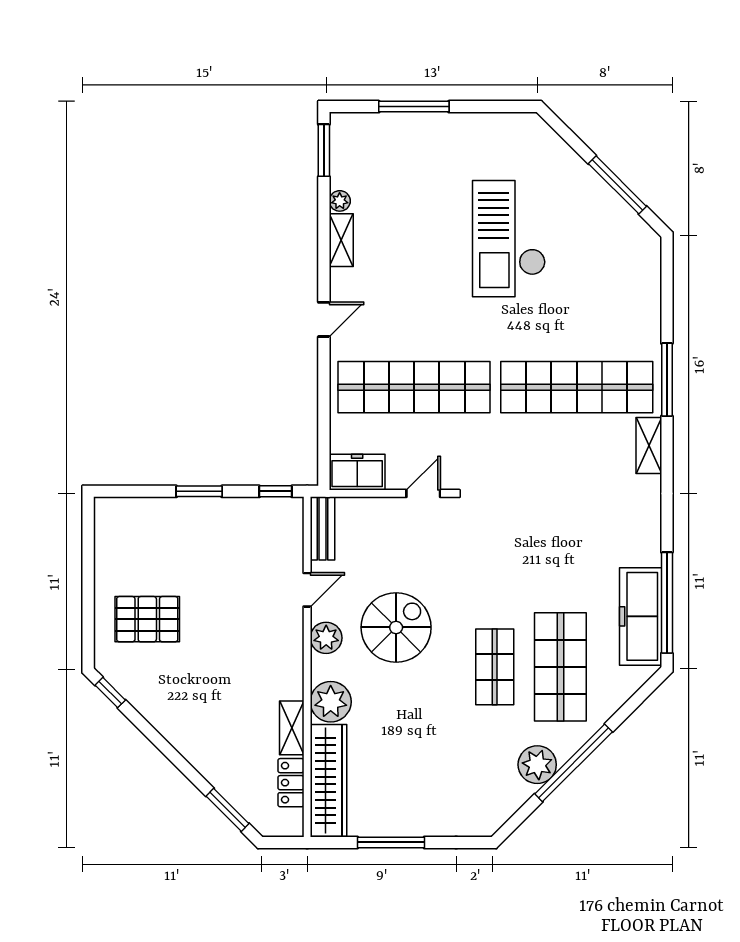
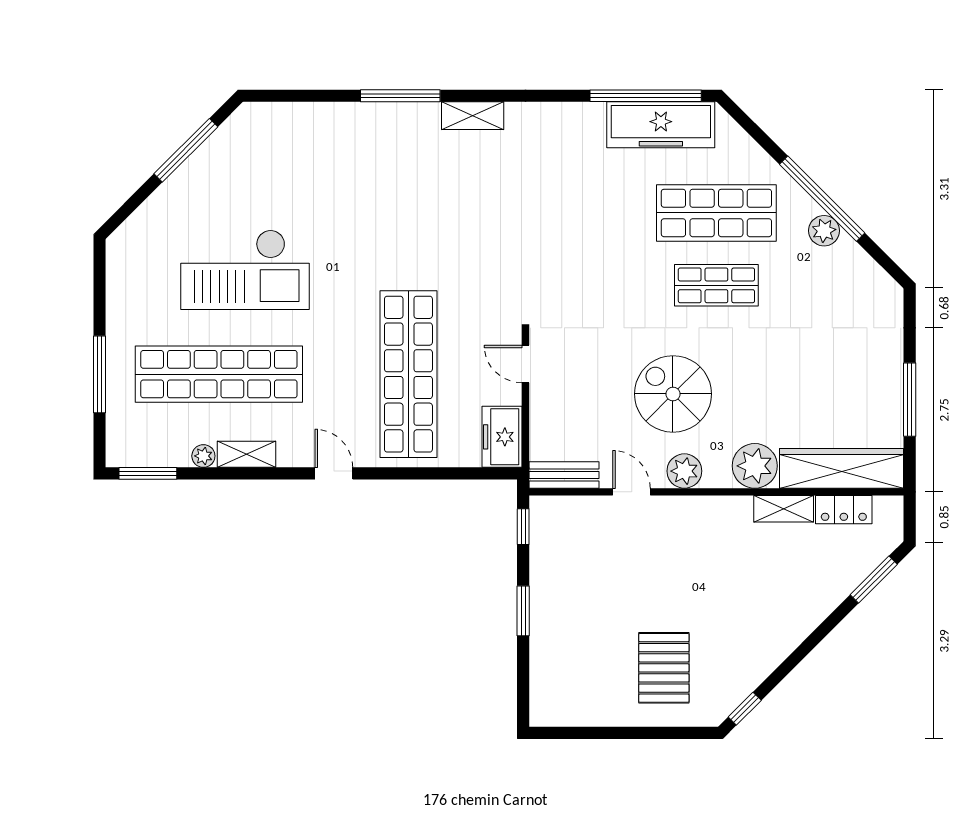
shop shelf: (577, 387) -> (219, 374), moved, turned 90
plant: (537, 765) -> (824, 231), width x0.73, depth x0.73

